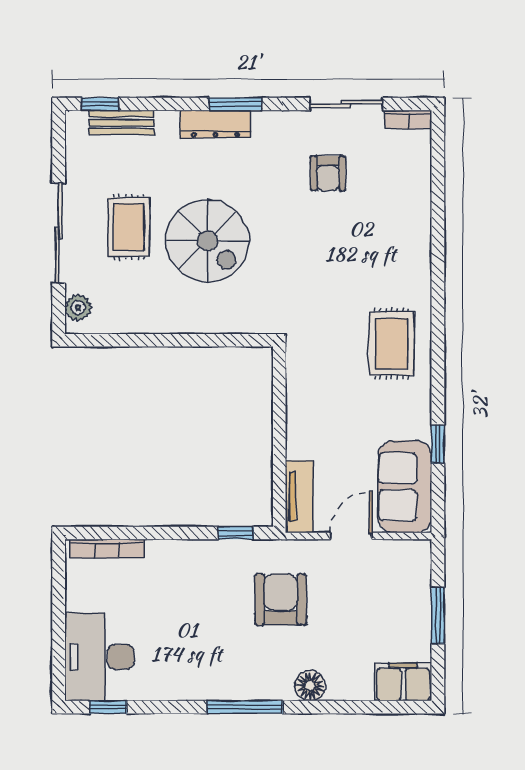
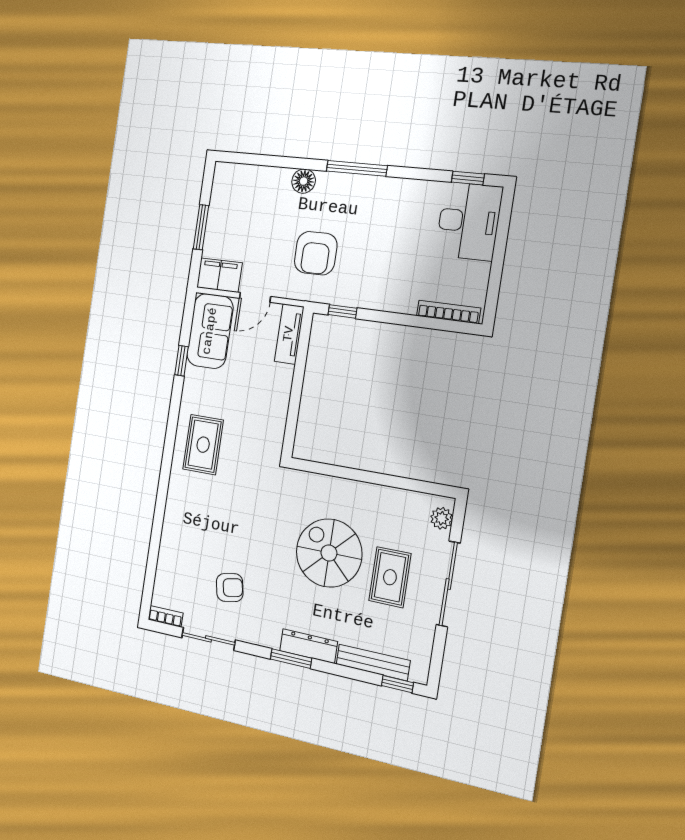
bench: (122, 123) -> (373, 662), width x1.36
armchair: (328, 173) -> (230, 588), turned 79
filing cabinet: (403, 682) -> (219, 275), moved, turned 180

